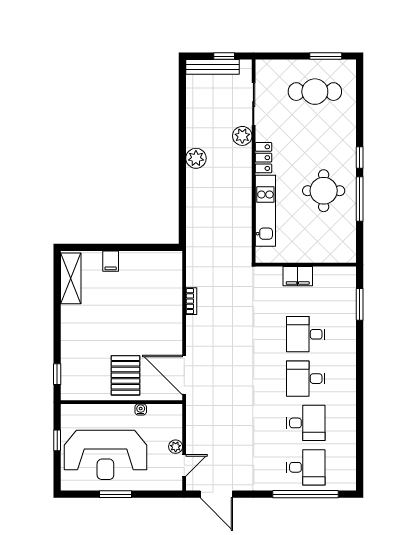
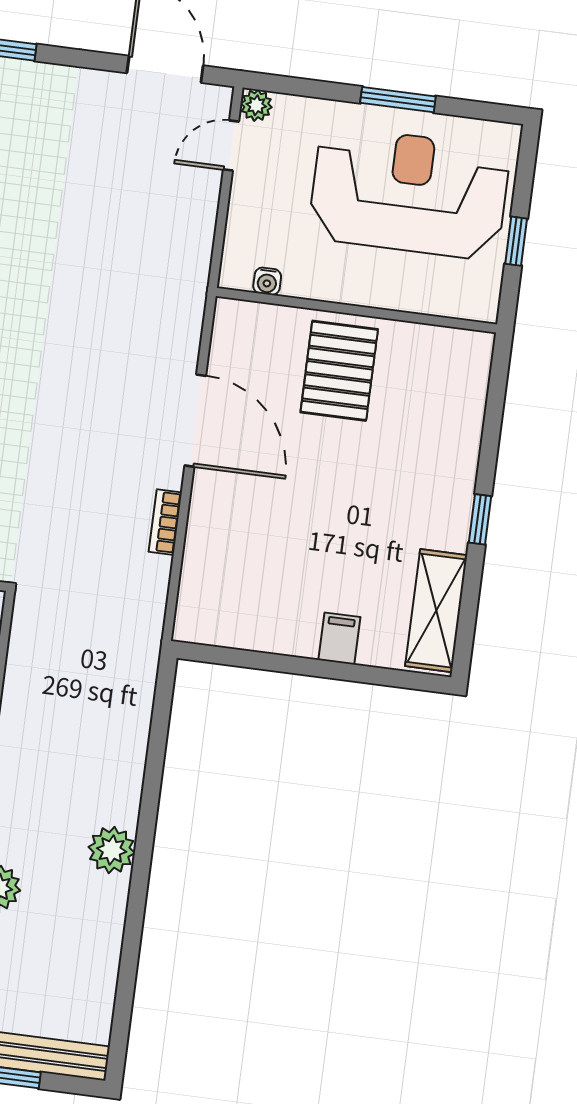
window: (57, 374) -> (480, 519), moved
door: (184, 375) -> (195, 421), moved
water cooler: (141, 409) -> (267, 281), moved
plant: (176, 447) -> (256, 105), moved

